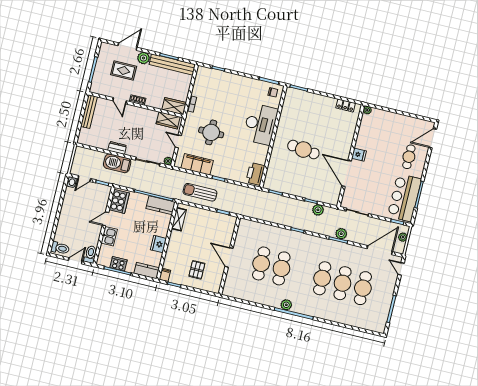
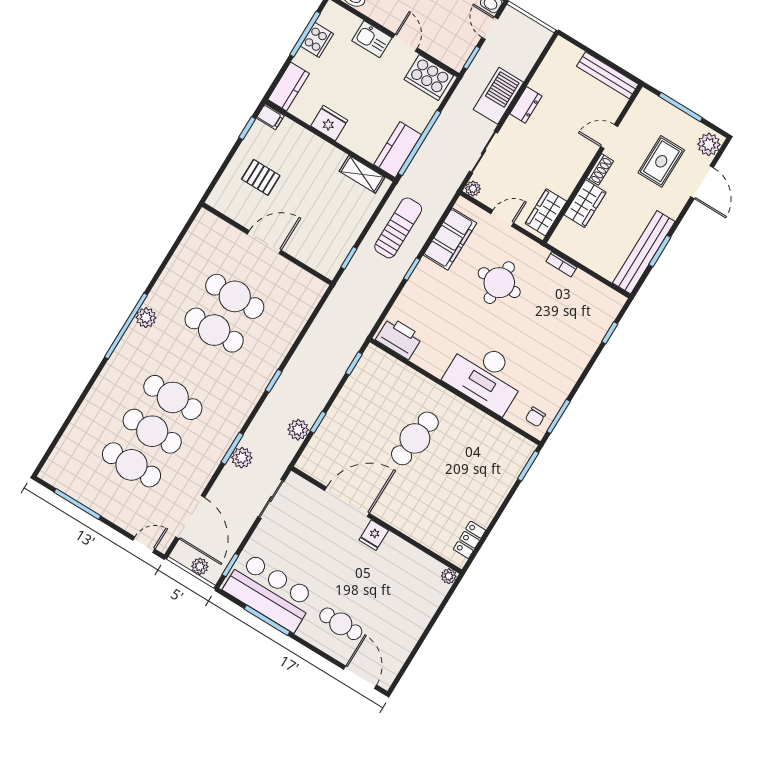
plant: (143, 58) -> (709, 144), moved
wardrobe: (174, 106) -> (585, 204), moved

